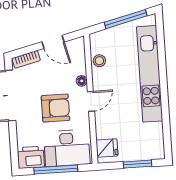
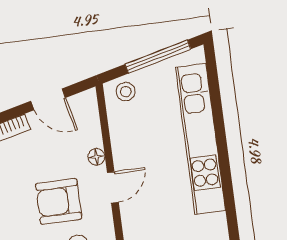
stool: (99, 61) -> (126, 92), moved
armchair: (56, 108) -> (59, 201), turned 180

